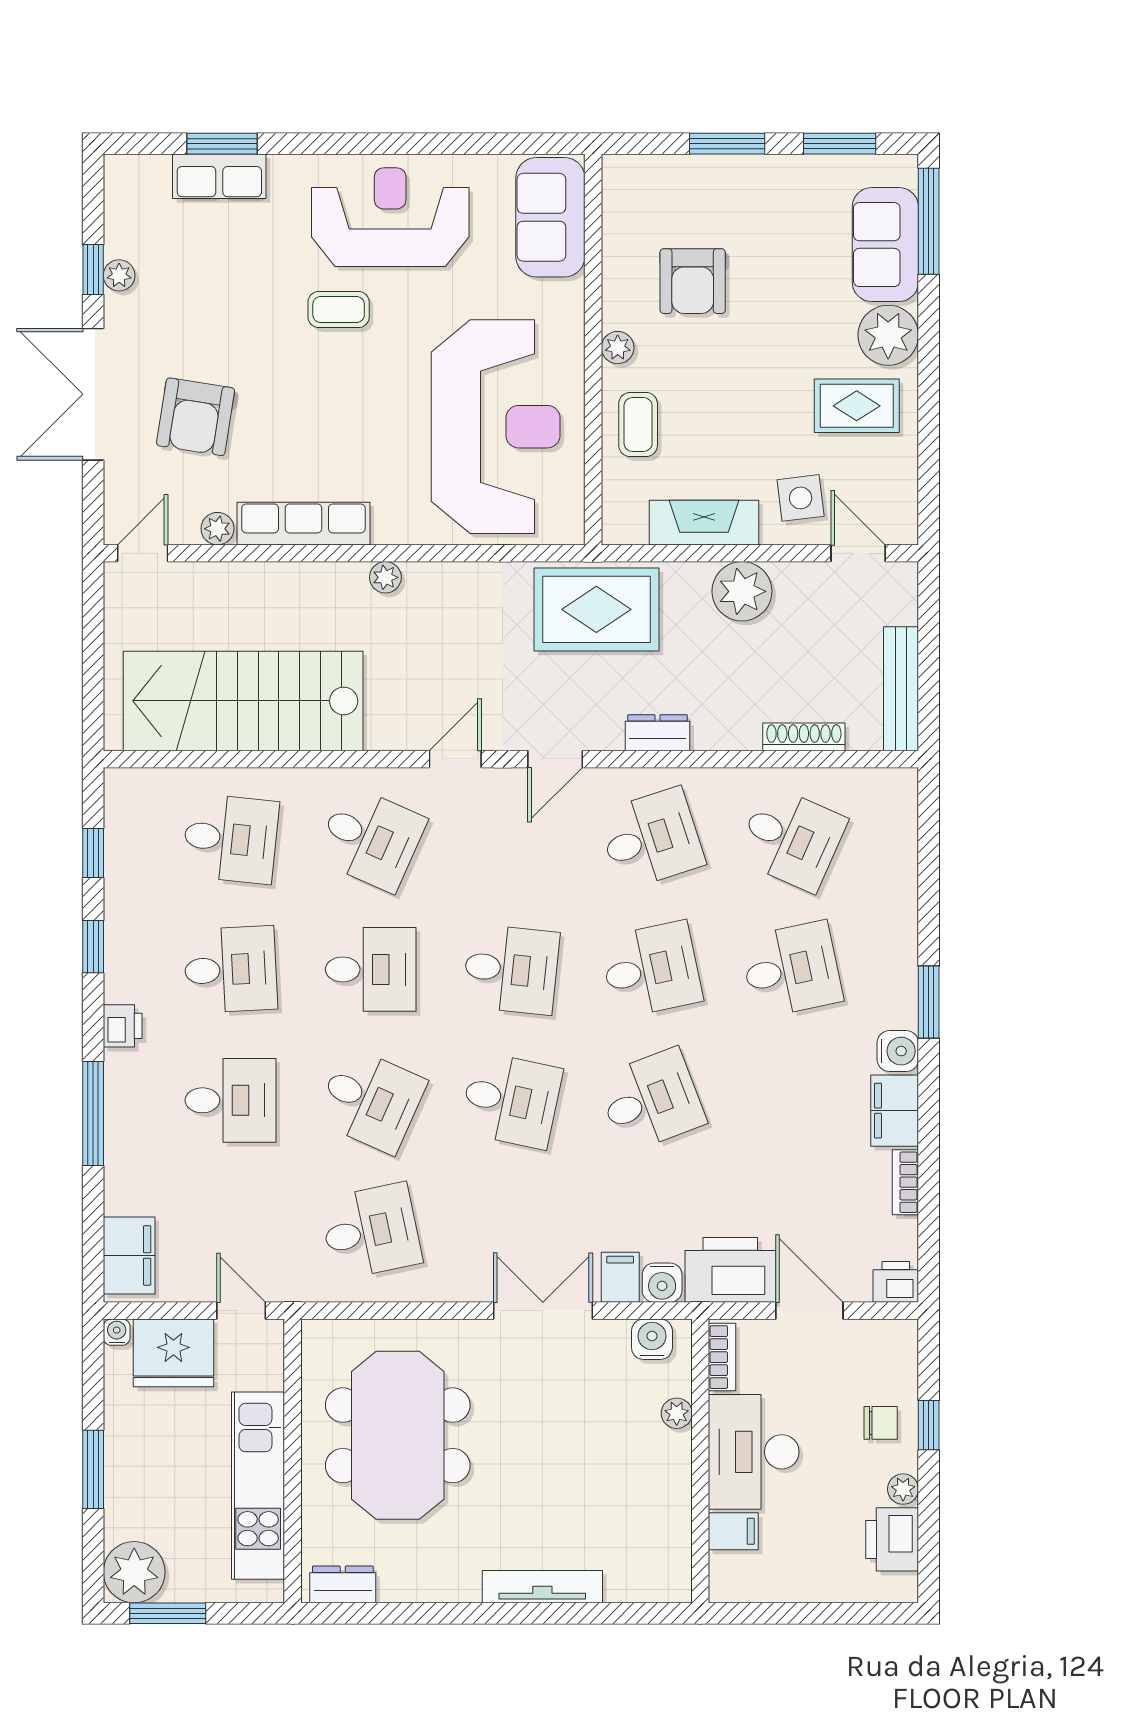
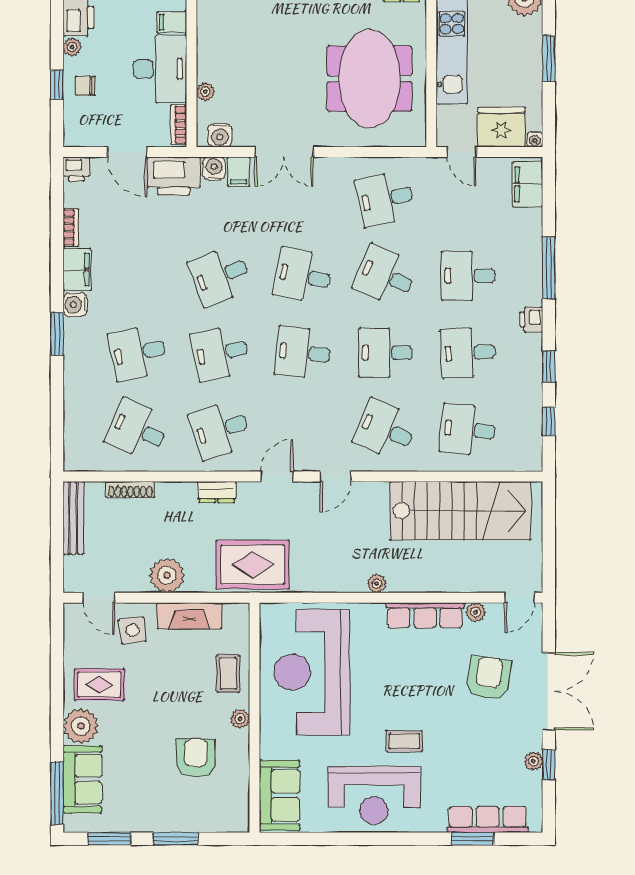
row of seats: (219, 176) -> (488, 820), width x1.48

